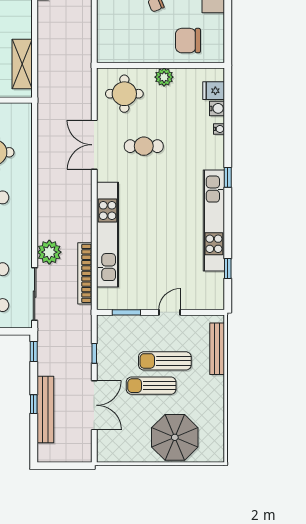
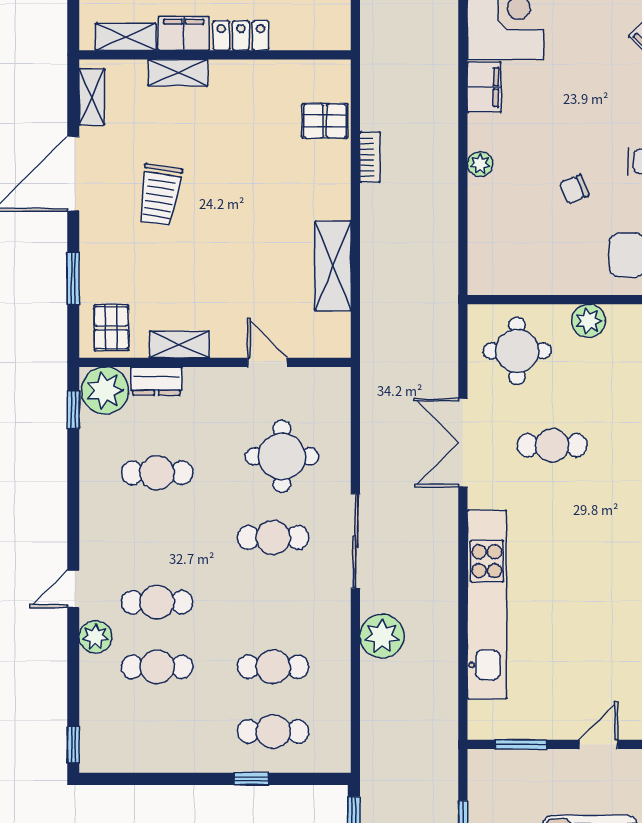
shelving: (22, 64) -> (333, 266), moved
bookcase: (85, 273) -> (446, 674), removed
sliding door: (35, 294) -> (355, 541), moved

